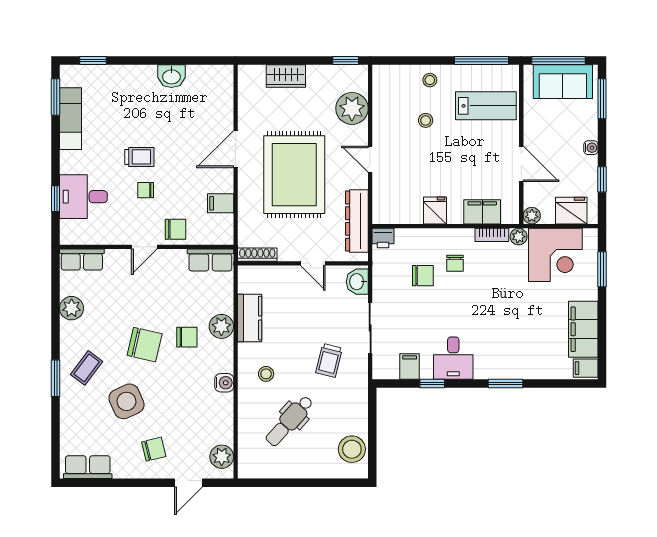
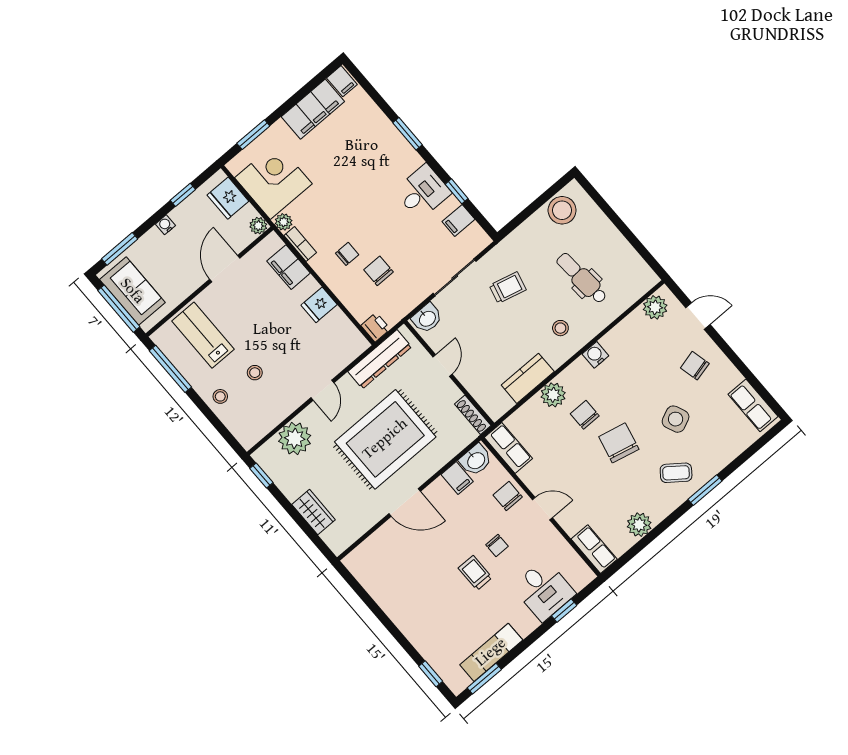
washbasin: (171, 76) -> (476, 460), moved, turned 90
side table: (126, 401) -> (676, 419), width x0.73, depth x0.73
dental chair: (289, 421) -> (582, 278), turned -136

